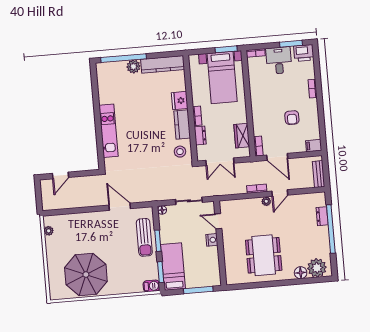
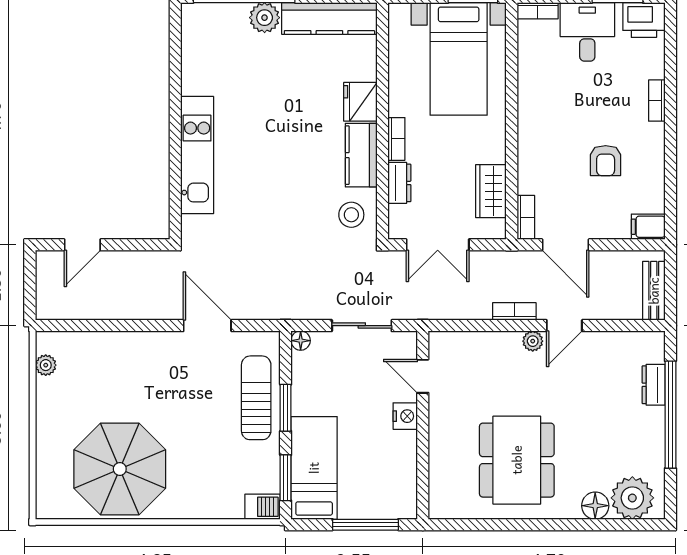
sun lounger: (144, 237) -> (256, 398), turned 180

